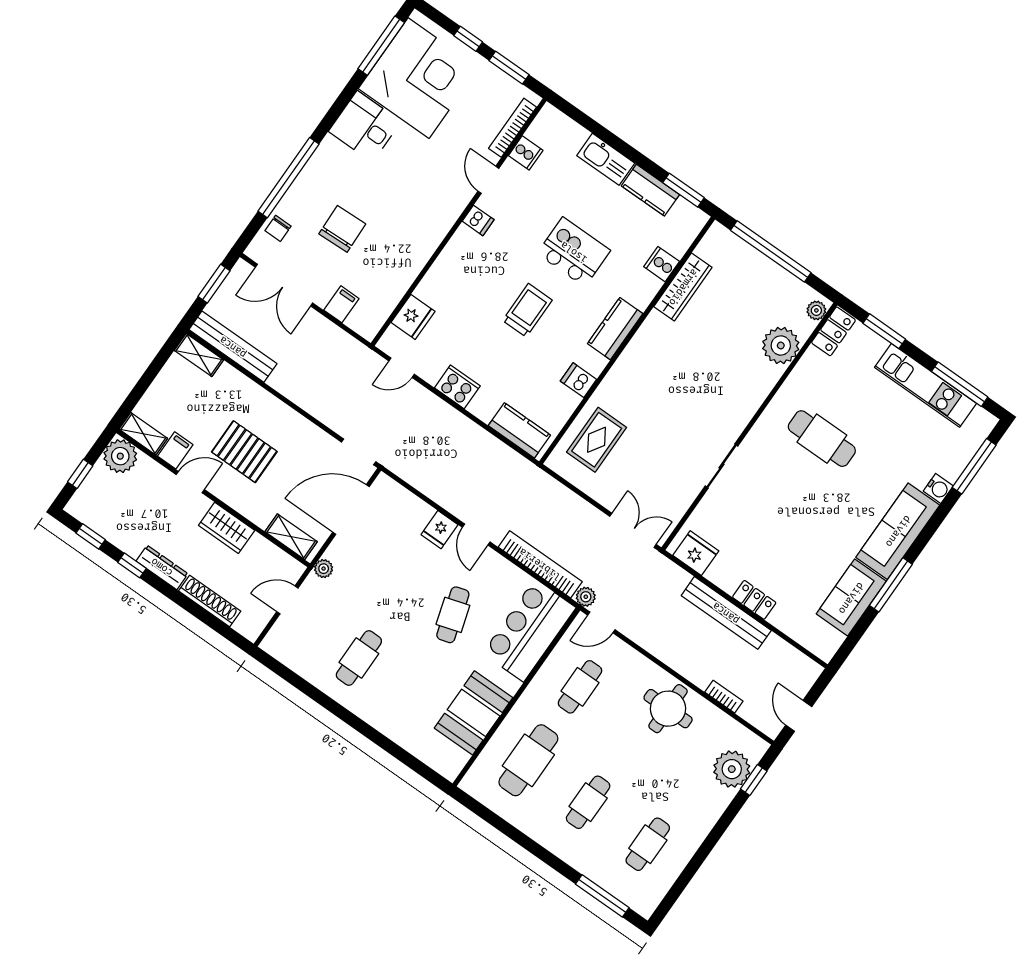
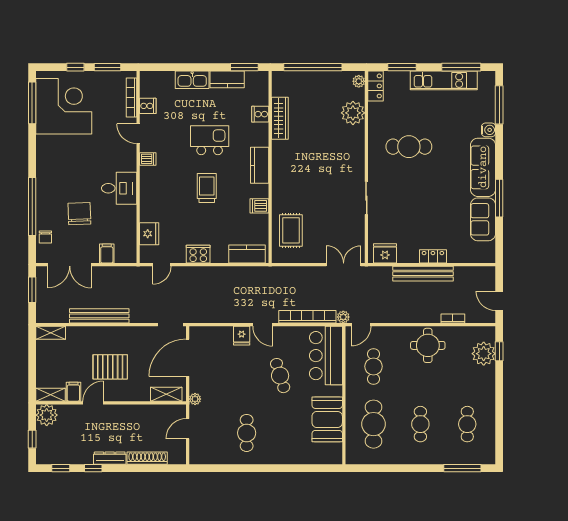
desk: (365, 126) -> (119, 188), moved, turned 180
bench: (233, 347) -> (99, 316), moved
wardrobe: (227, 528) -> (129, 413), removed

